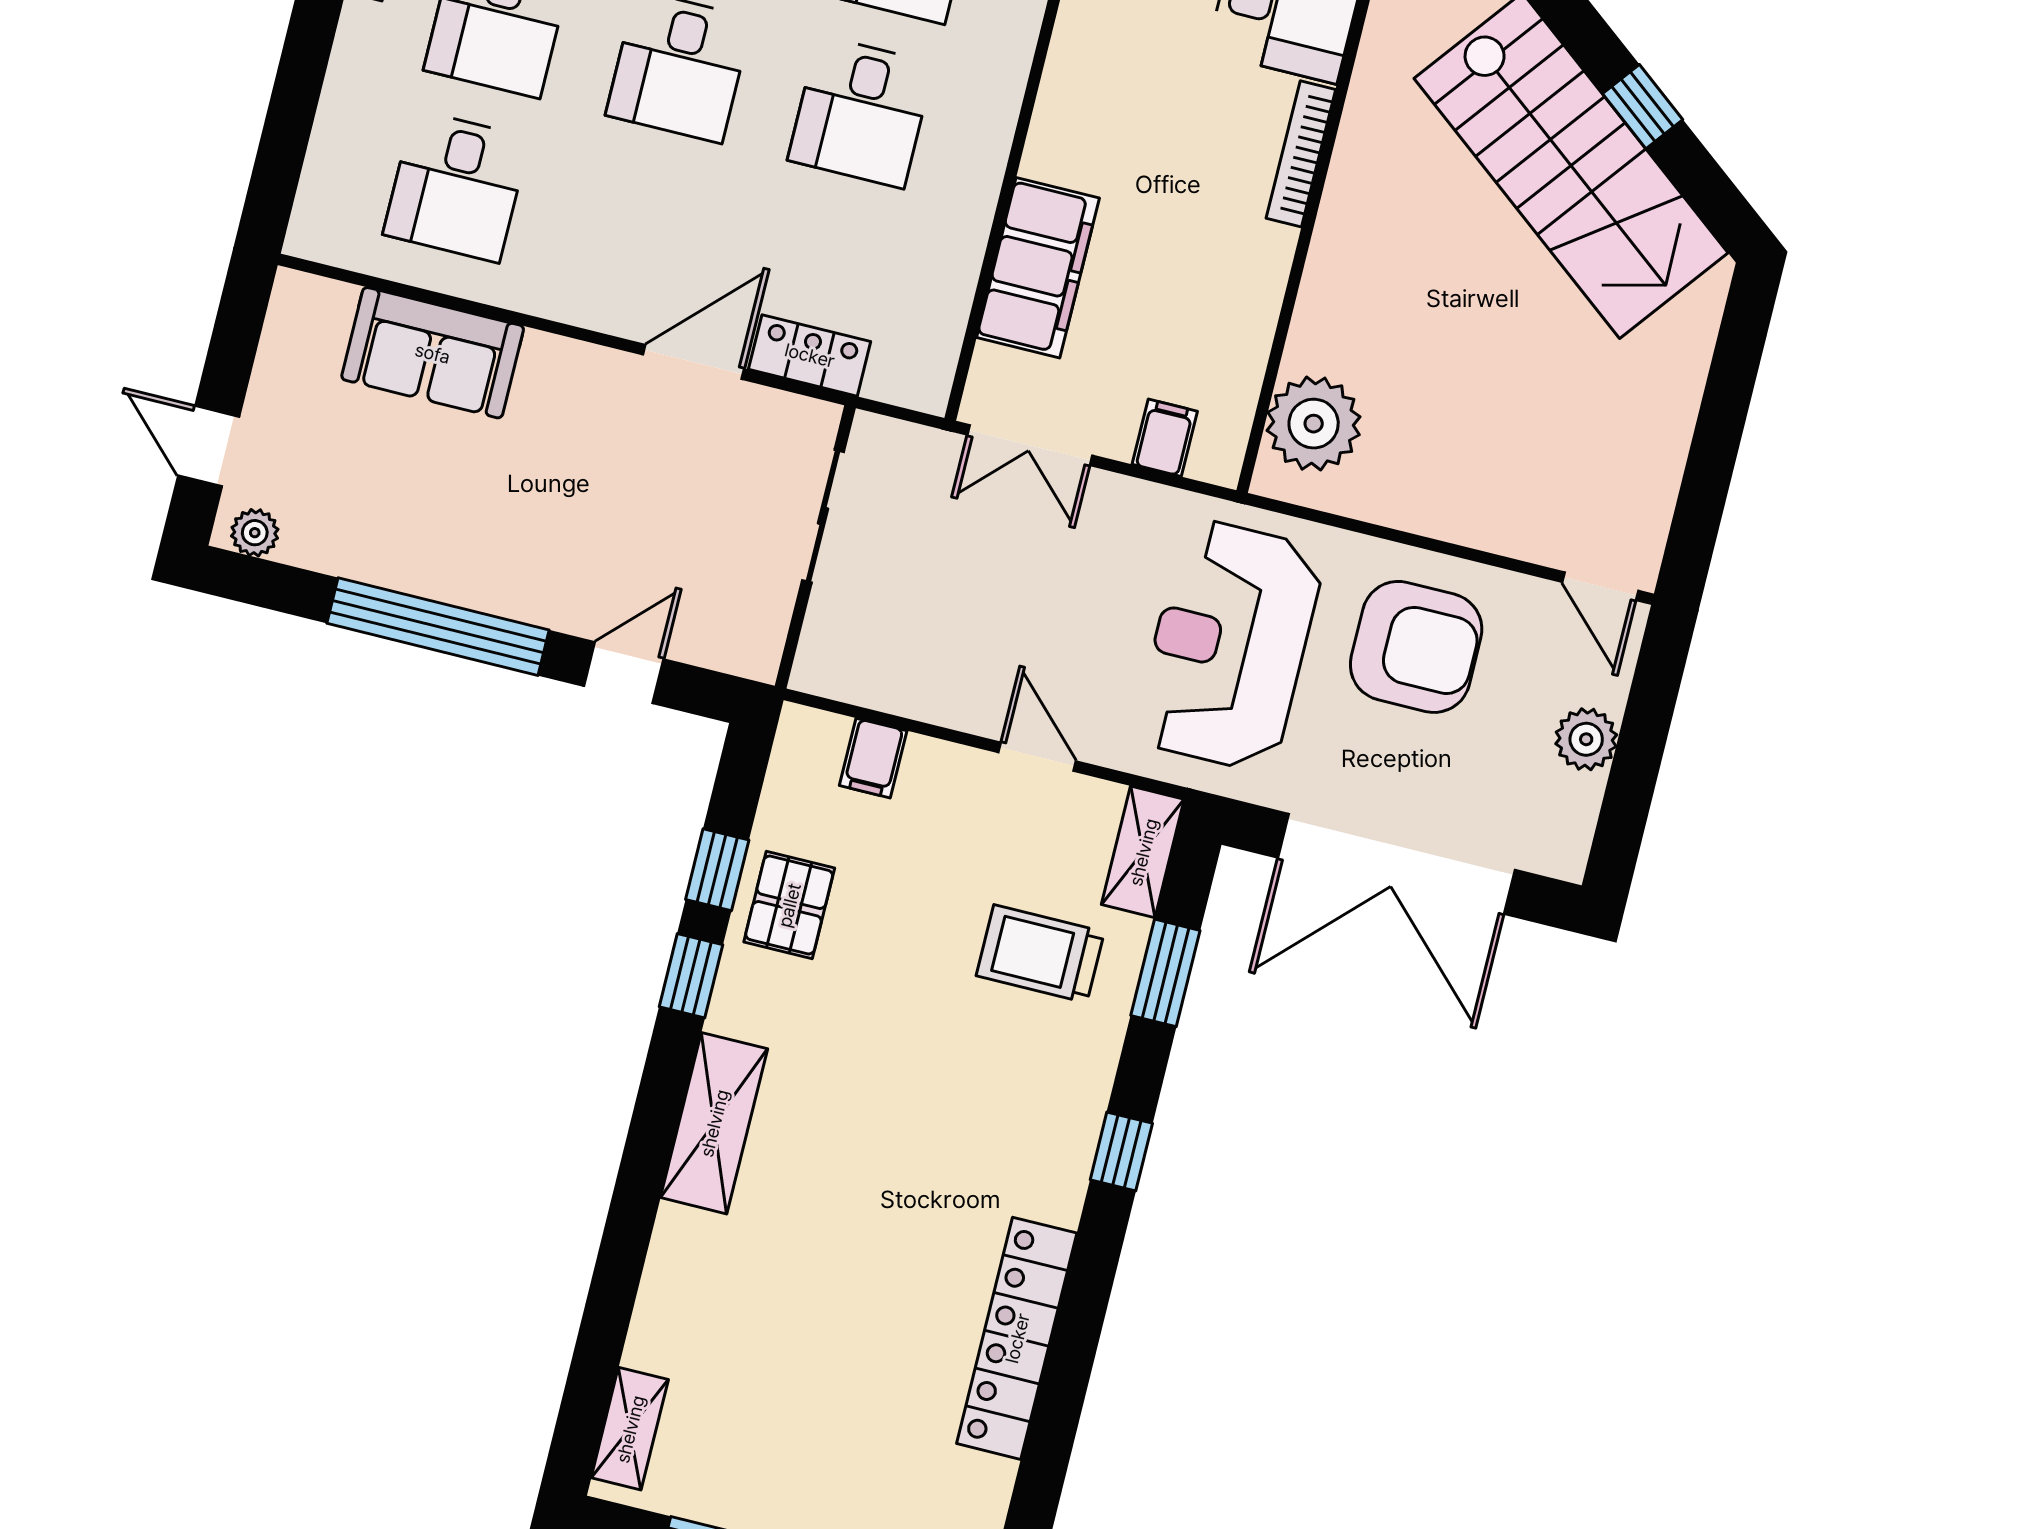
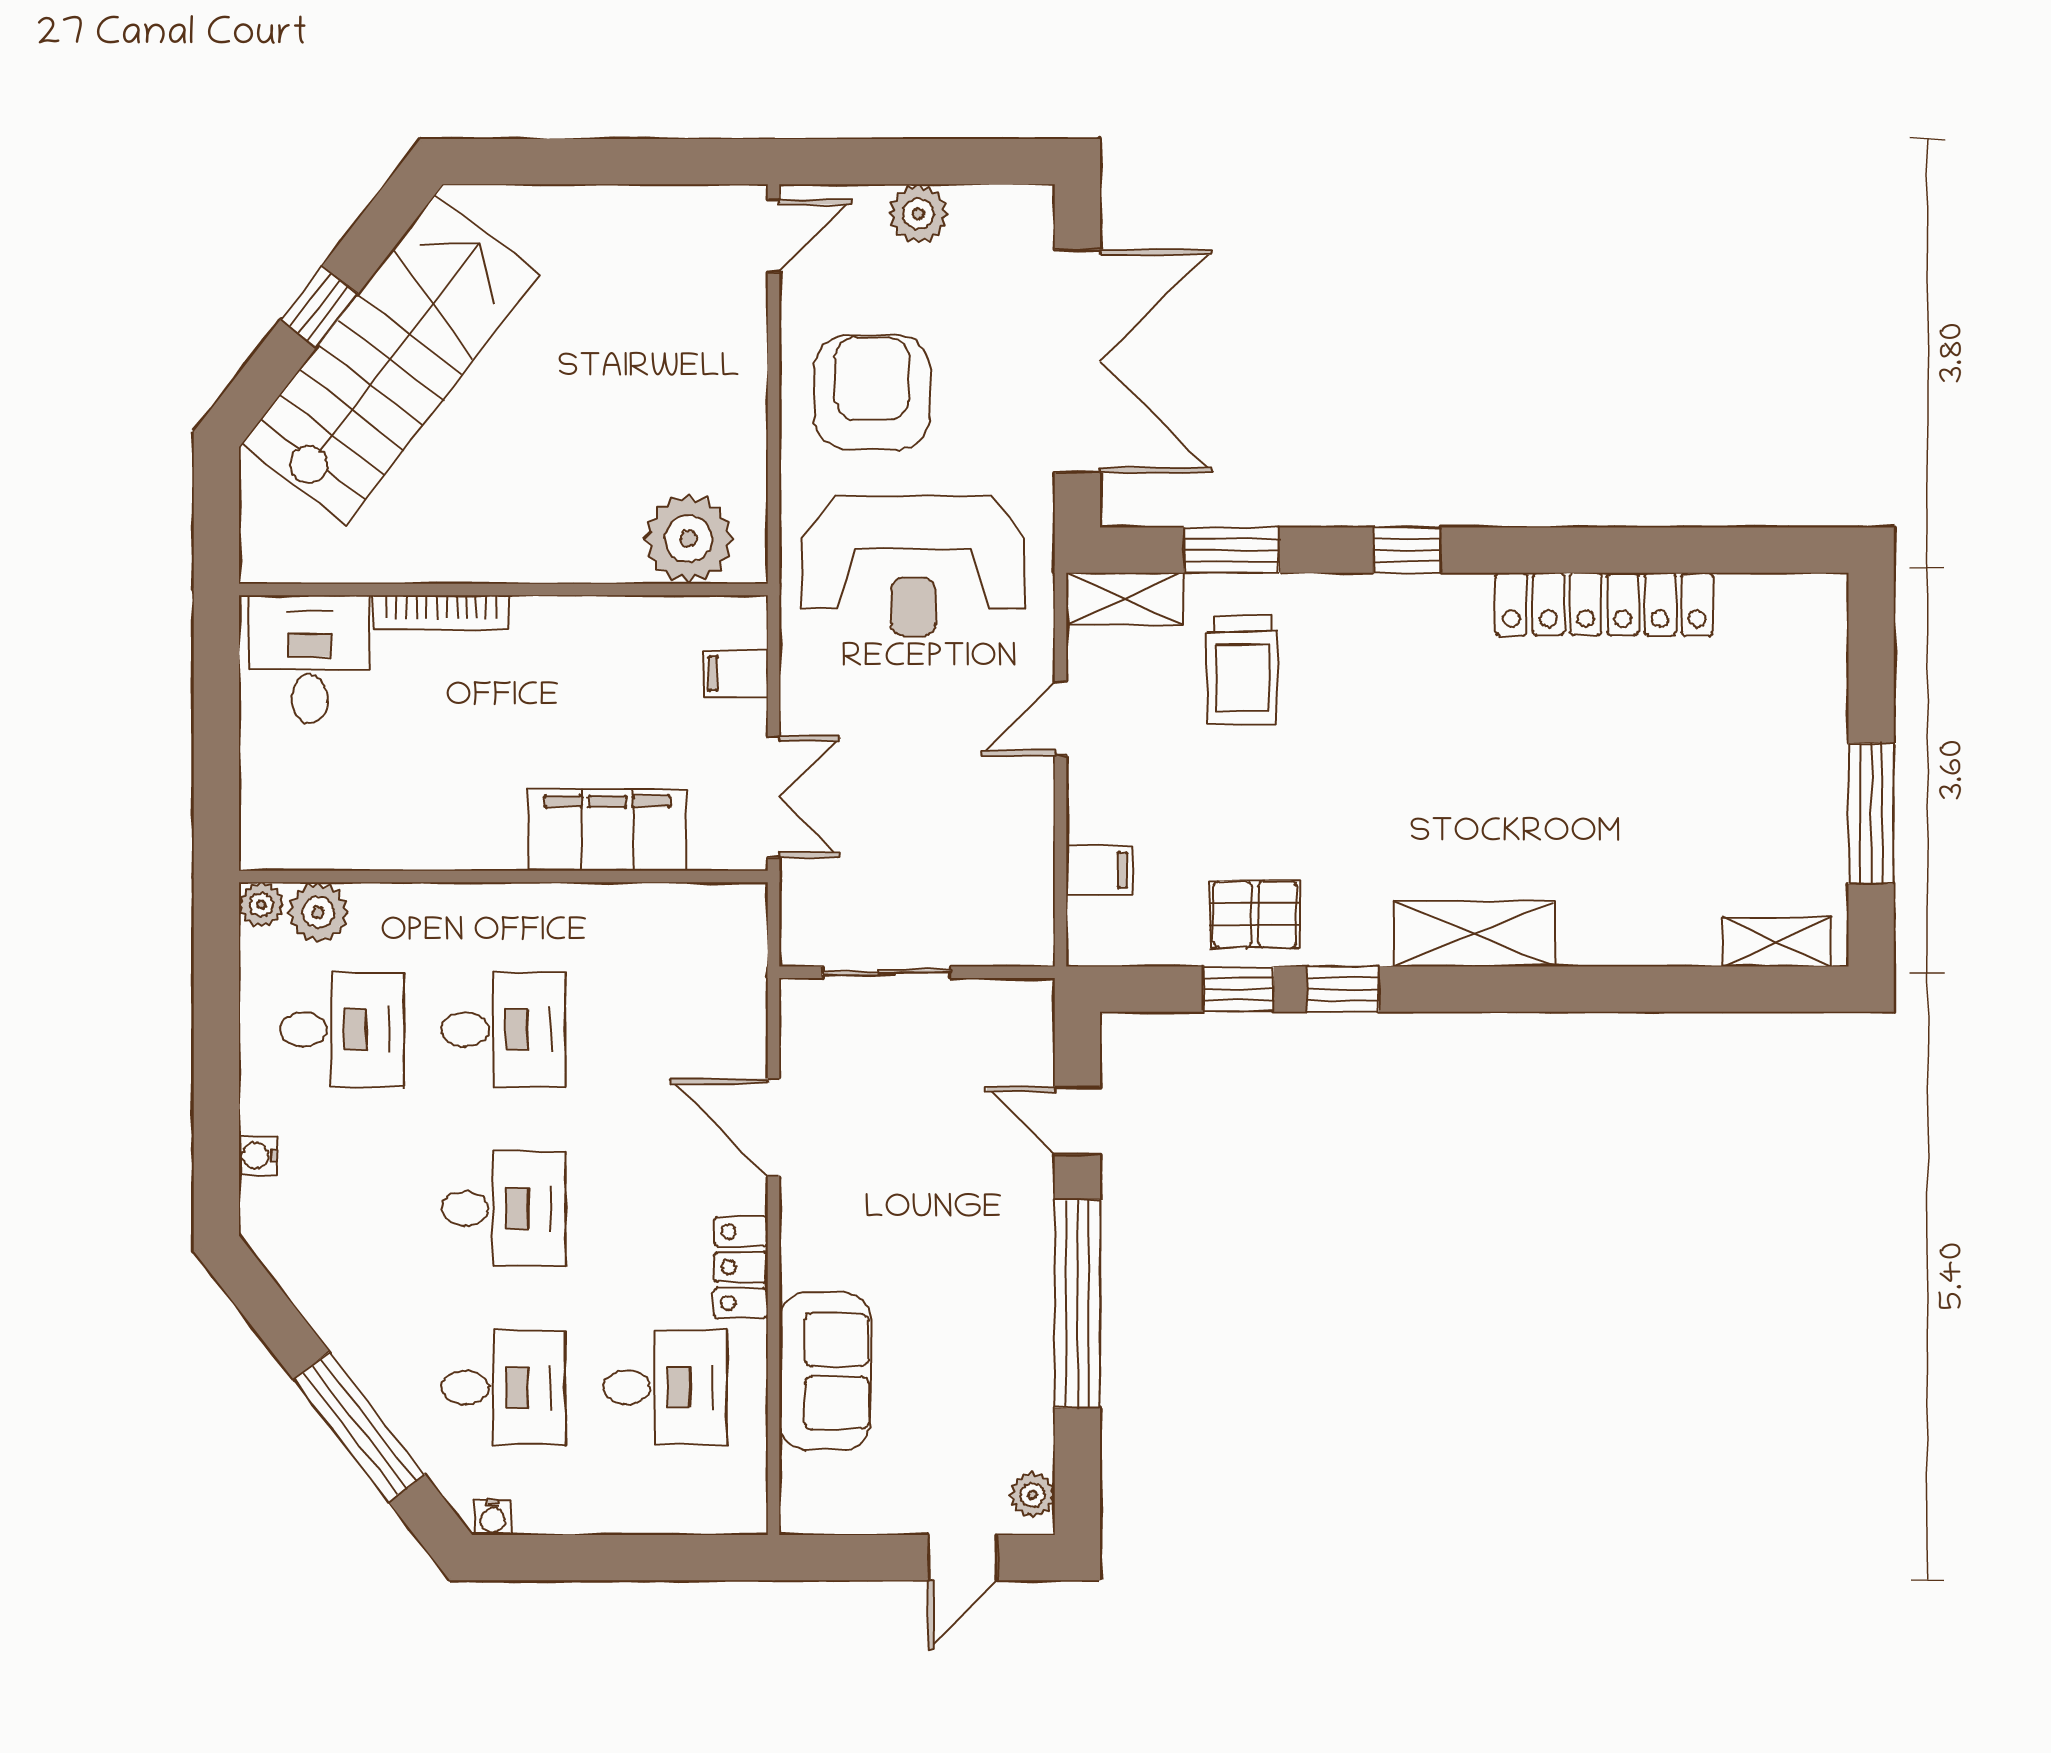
locker: (810, 355) -> (741, 1267), moved

